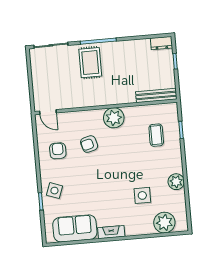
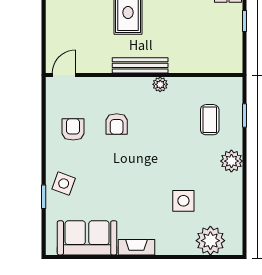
bench: (156, 95) -> (140, 65), moved
door: (48, 112) -> (64, 75), swing flipped
plant: (114, 118) -> (160, 84), width x0.53, depth x0.53
armchair: (89, 144) -> (117, 124), turned -75
plant: (176, 182) -> (231, 161), moved

